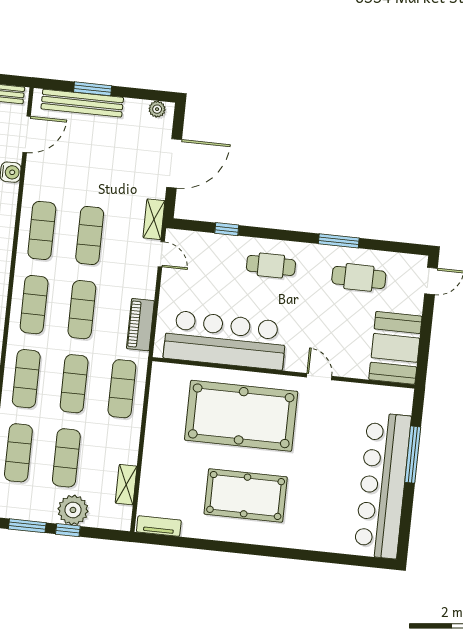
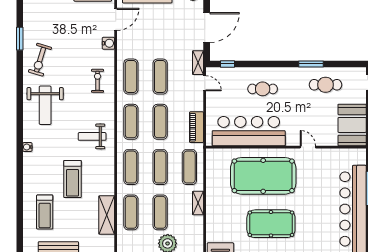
window: (227, 229) -> (227, 64), moved
cafe table: (271, 265) -> (263, 89), moved
shelving: (126, 485) -> (198, 203), moved

